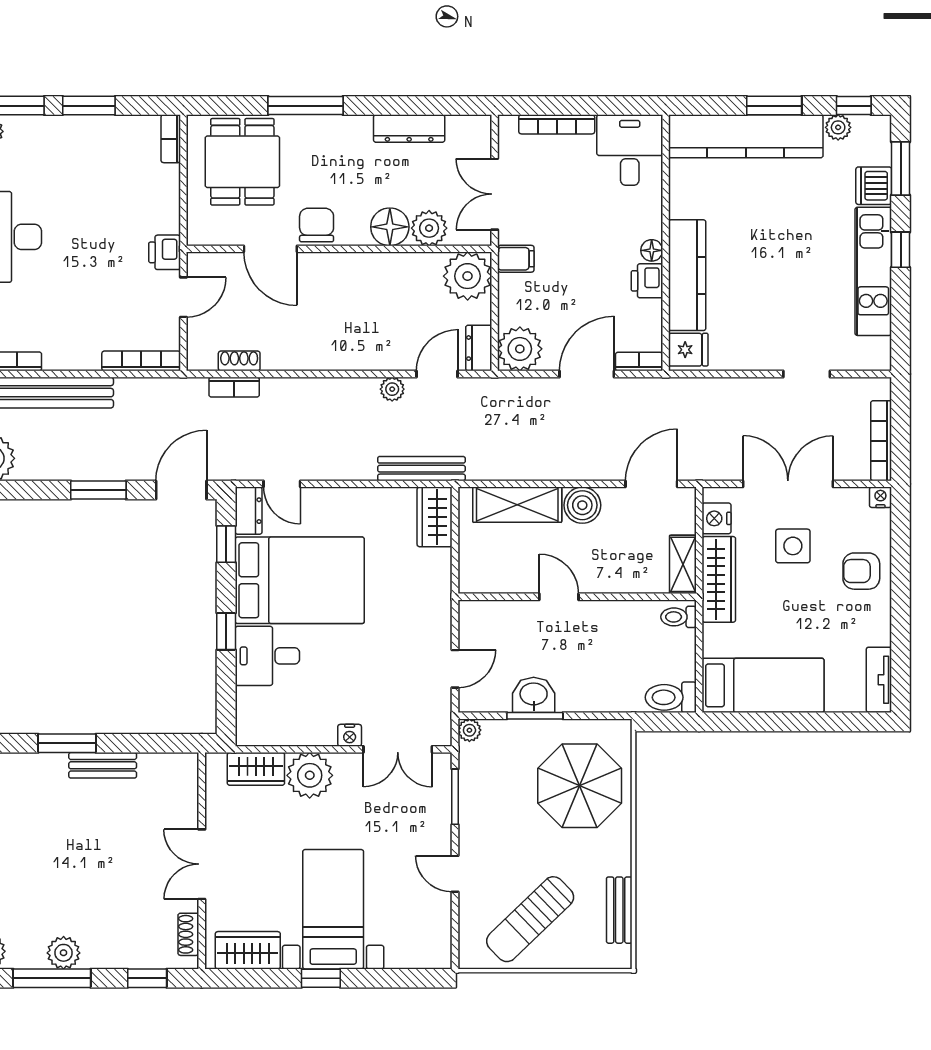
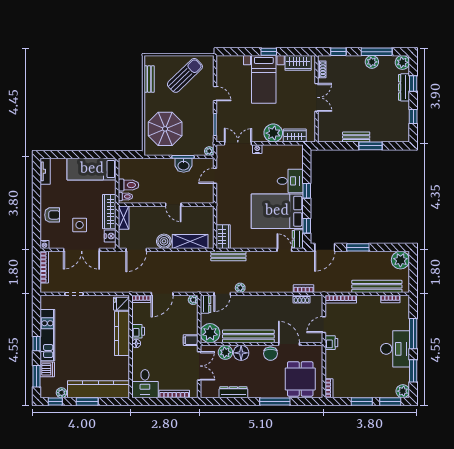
bench: (372, 268) -> (248, 336), added
plant: (520, 349) -> (193, 300), width x0.53, depth x0.53
toilet: (671, 697) -> (129, 185), moved

